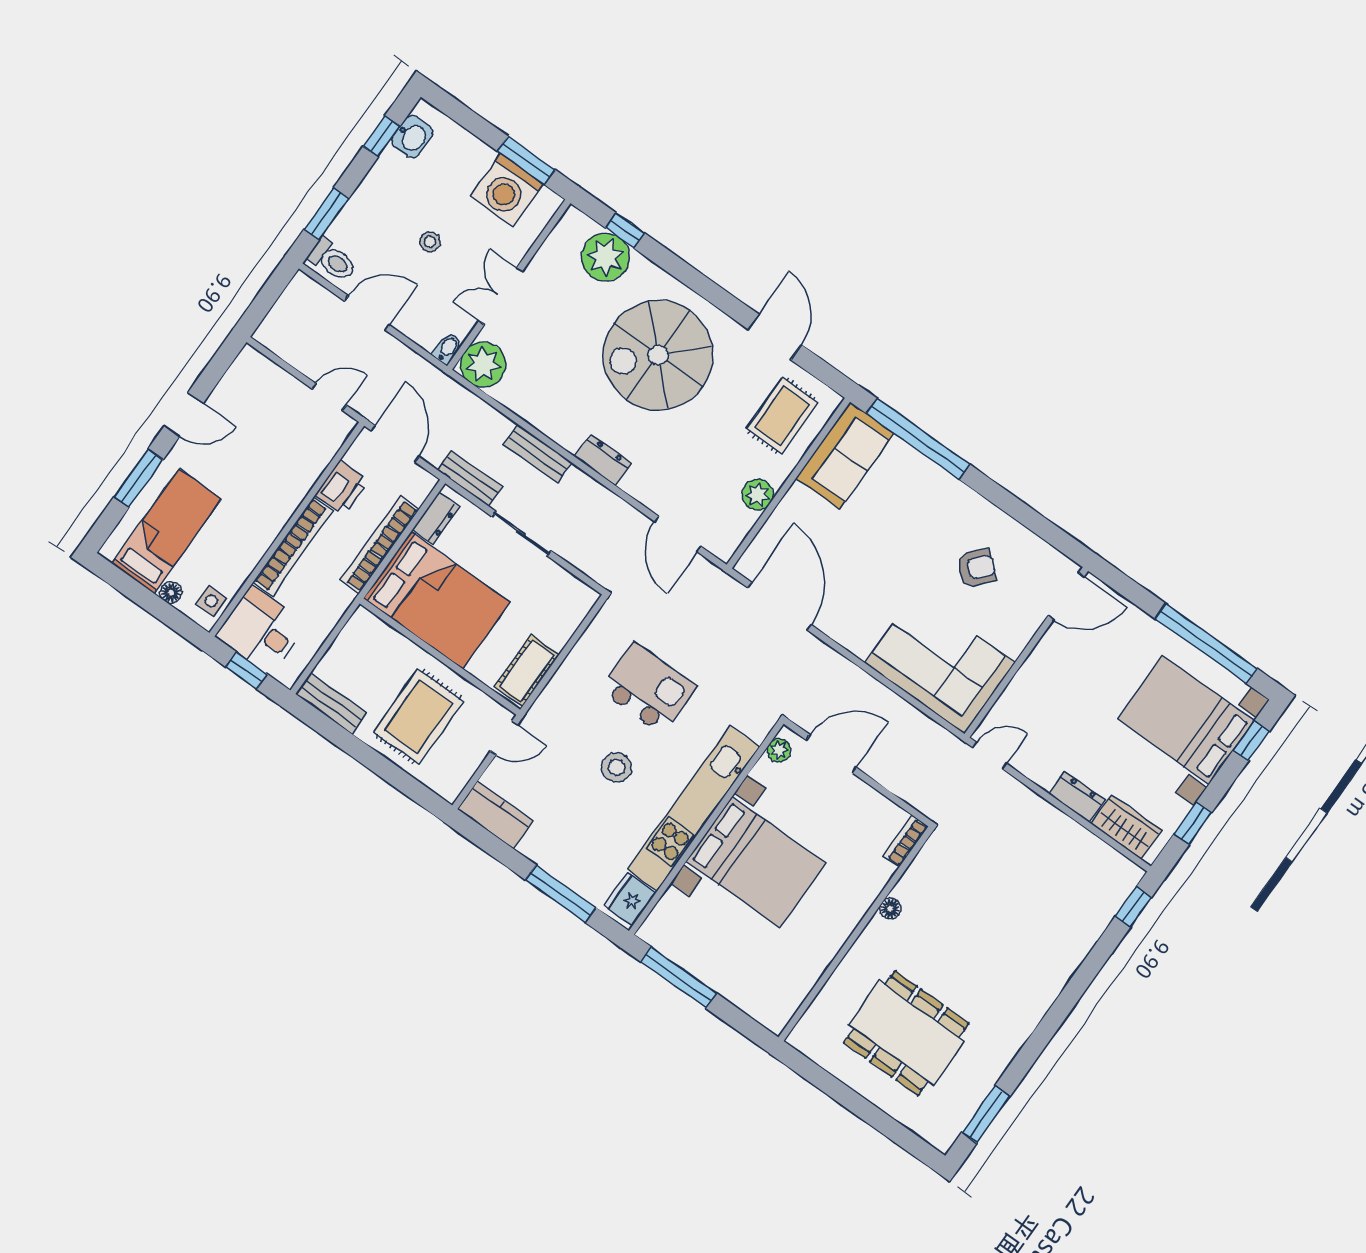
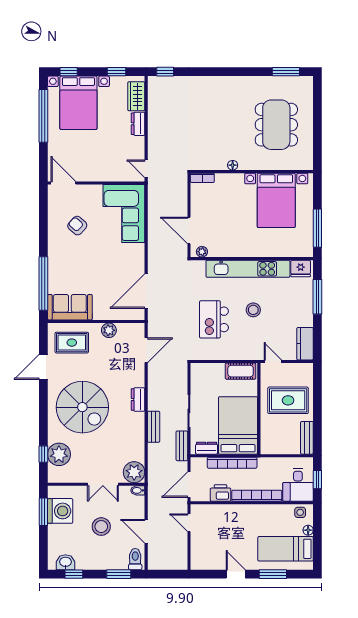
stool: (430, 242) -> (101, 527), width x1.89, depth x1.89
bed with nightstands: (756, 862) -> (276, 200), moved, turned 180

